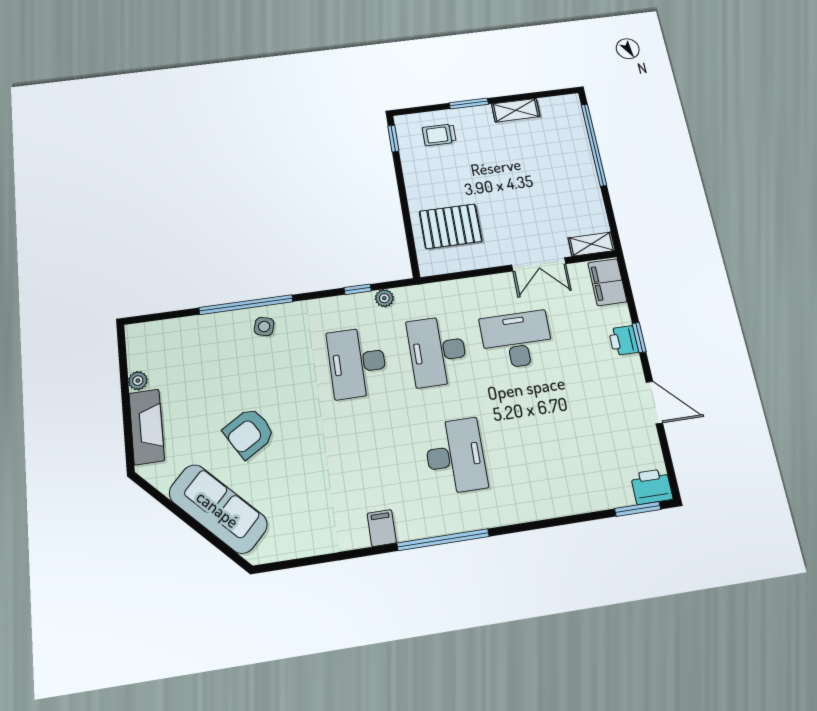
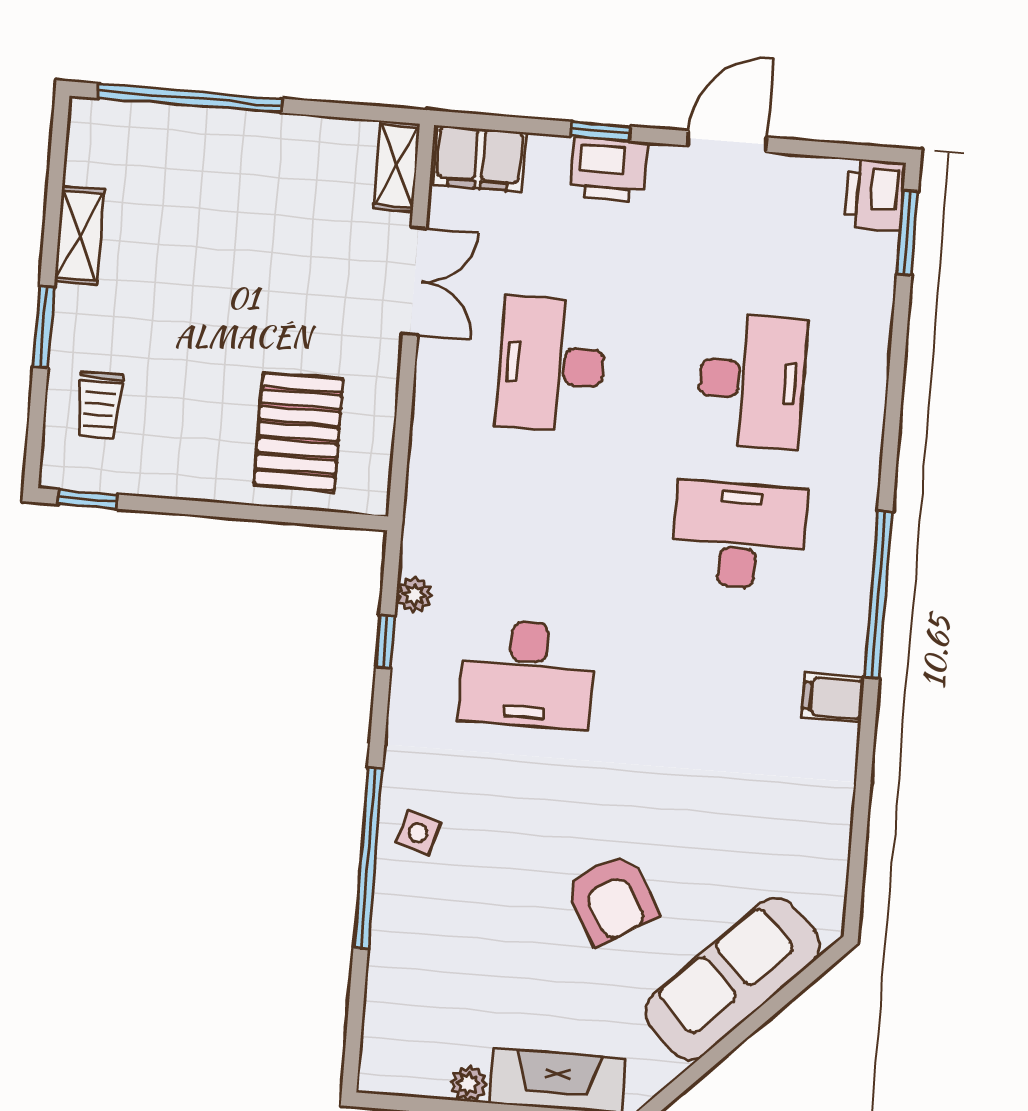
printer: (623, 341) -> (608, 169), width x1.36, depth x1.24
desk: (438, 351) -> (752, 381), moved, turned -90

